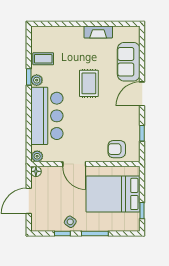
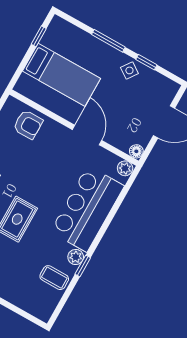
bed: (113, 194) -> (61, 75), width x0.67

